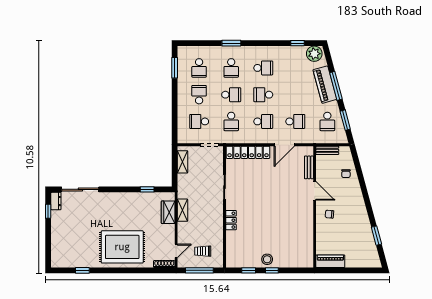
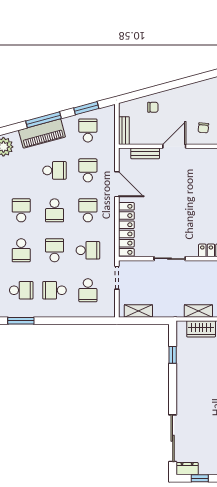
school desk: (231, 68) -> (21, 250), turned 90
school desk: (295, 95) -> (55, 170), added
school desk: (327, 121) -> (88, 130), turned -90

